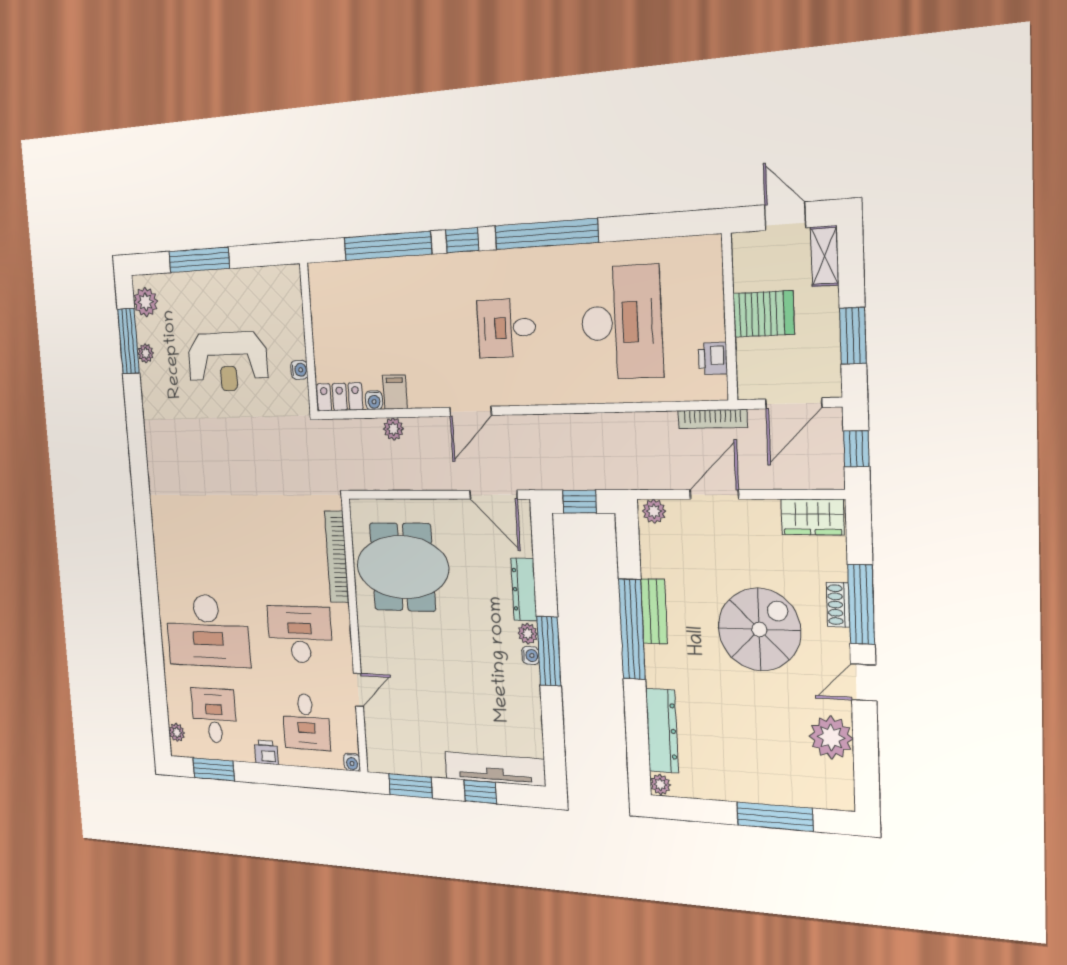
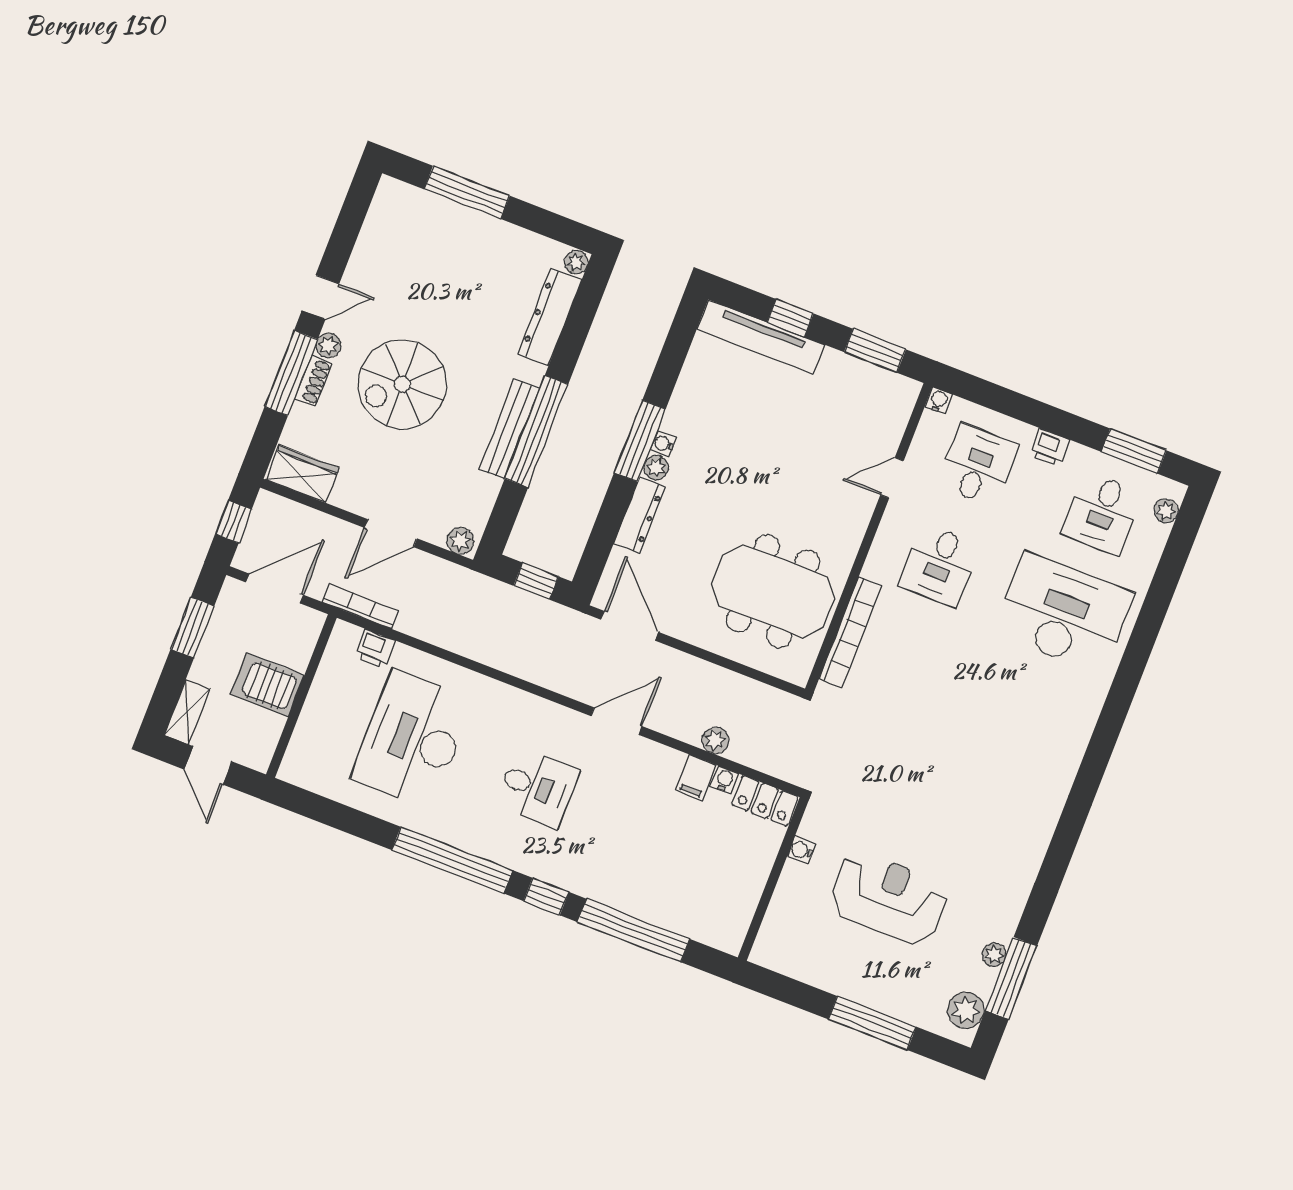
printer: (713, 358) -> (375, 649), moved, turned 90
bench: (654, 611) -> (509, 429), width x1.36
desk: (300, 634) -> (939, 565), width x0.73
plant: (831, 737) -> (328, 346), moved, width x0.53, depth x0.53

